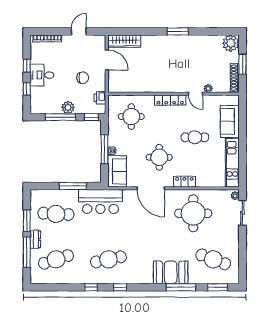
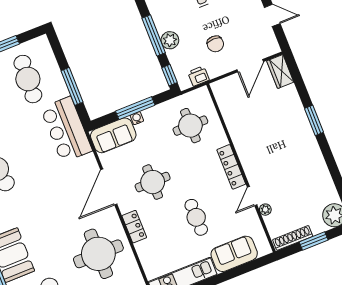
window: (178, 31) -> (314, 120), moved
wardrobe: (124, 41) -> (280, 71), width x0.67

